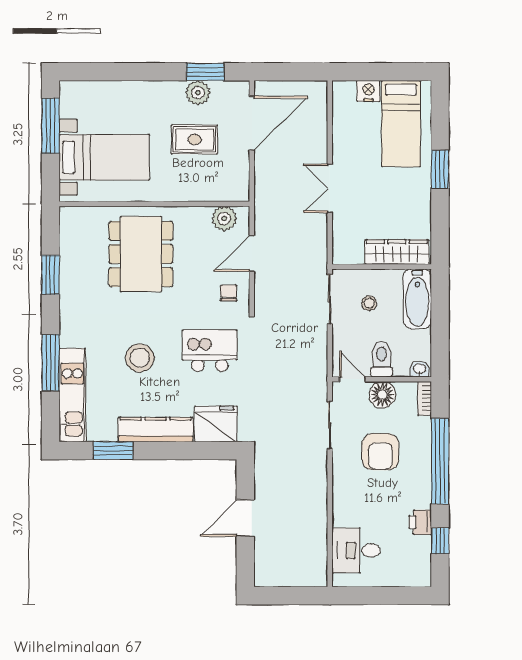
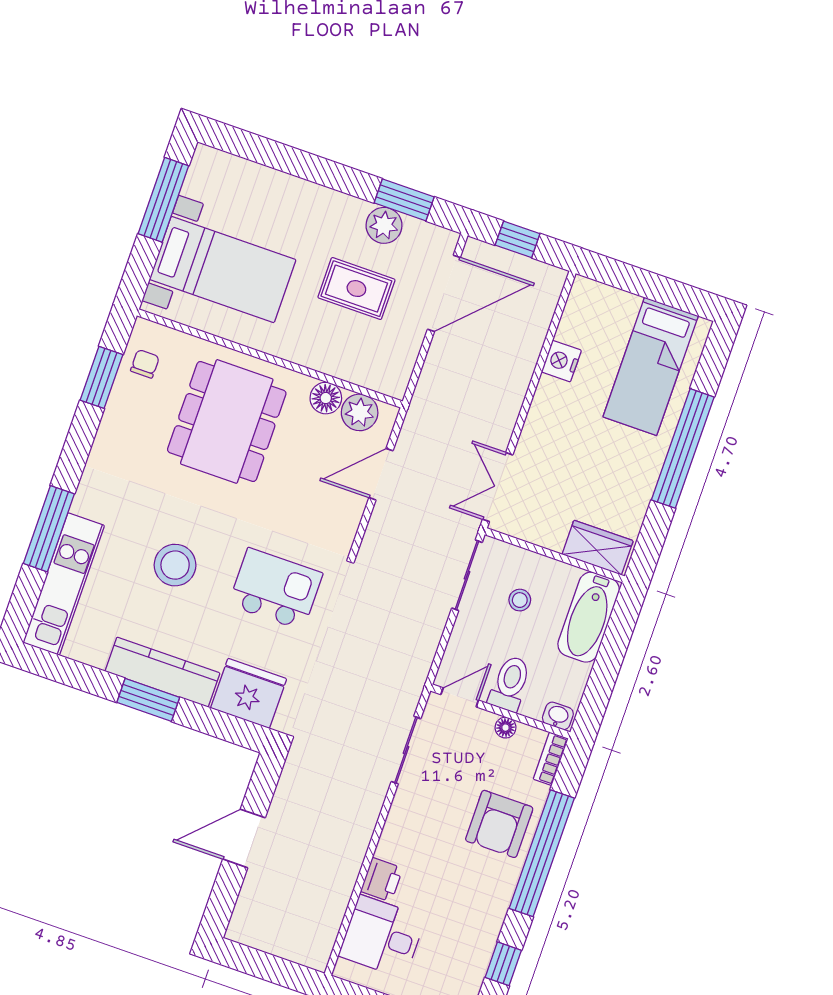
window: (287, 72) -> (518, 239), added
nightstand: (368, 91) -> (561, 361), moved, turned -90
window: (440, 169) -> (683, 448), width x2.11
double door: (330, 188) -> (498, 487), moved
floor lamp: (199, 217) -> (326, 398), added
wardrobe: (397, 252) -> (598, 548), width x0.67
window: (50, 275) -> (102, 377), moved
chair: (229, 293) -> (145, 364), moved
door: (352, 379) -> (460, 697), hinge flipped
floor lamp: (382, 395) -> (506, 728), width x0.53, depth x0.53
window: (113, 451) -> (148, 700), moved
armchair: (380, 452) -> (499, 824), moved
printer: (420, 522) -> (382, 880), moved, turned 180

